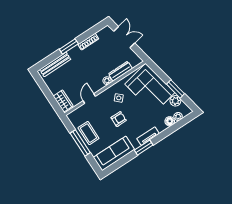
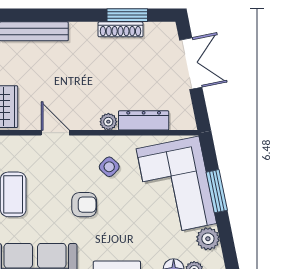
window: (69, 46) -> (127, 15), moved
window: (175, 89) -> (217, 191), moved
door: (89, 98) -> (55, 133), hinge flipped

